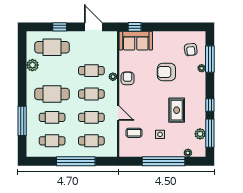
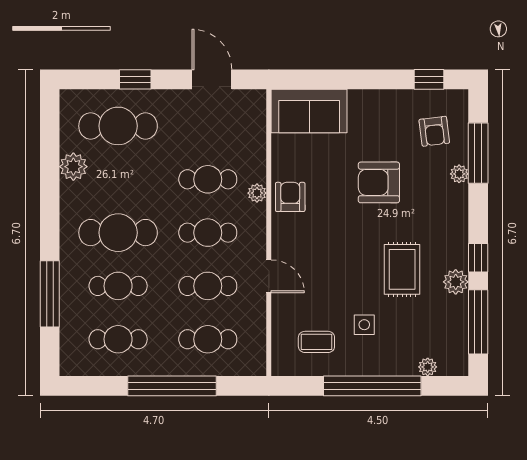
window: (135, 27) -> (429, 79), moved
coffee table: (134, 133) -> (316, 342), moved
plant: (200, 134) -> (456, 282), moved

